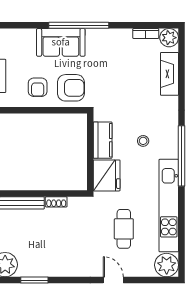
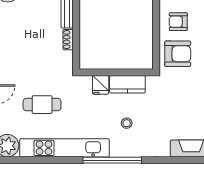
armchair: (71, 88) -> (178, 54), turned -90
fridge: (107, 175) -> (101, 85), width x0.53, depth x0.75

